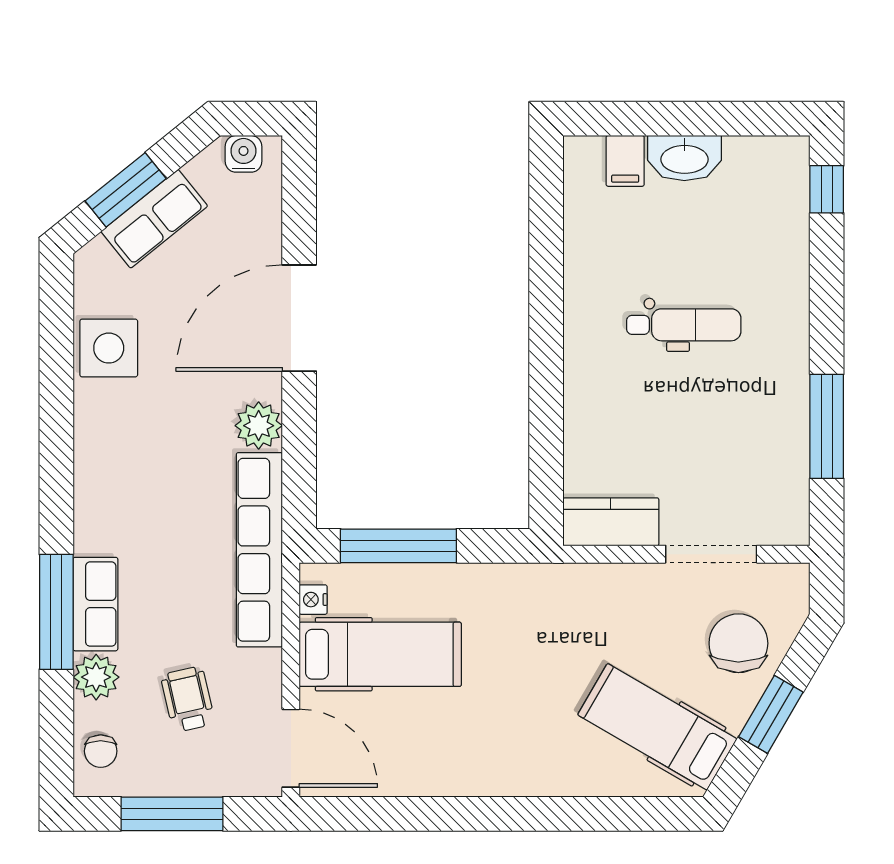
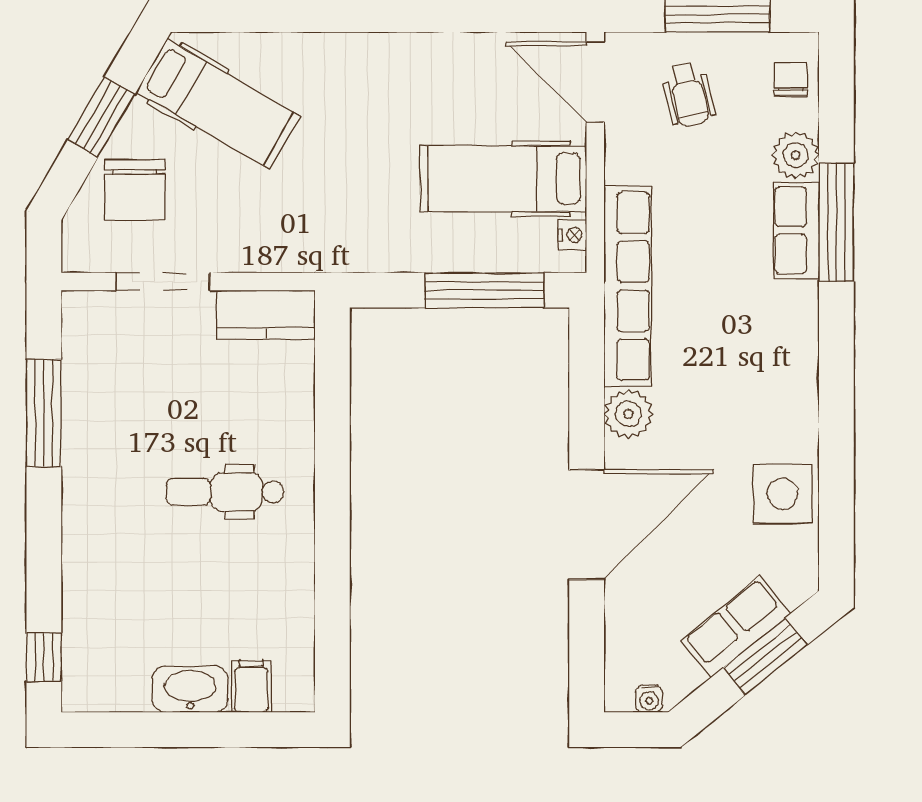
water cooler: (244, 154) -> (649, 699), width x0.72, depth x0.72
dental chair: (684, 325) -> (225, 492), moved
wheelchair: (188, 699) -> (688, 94), moved

